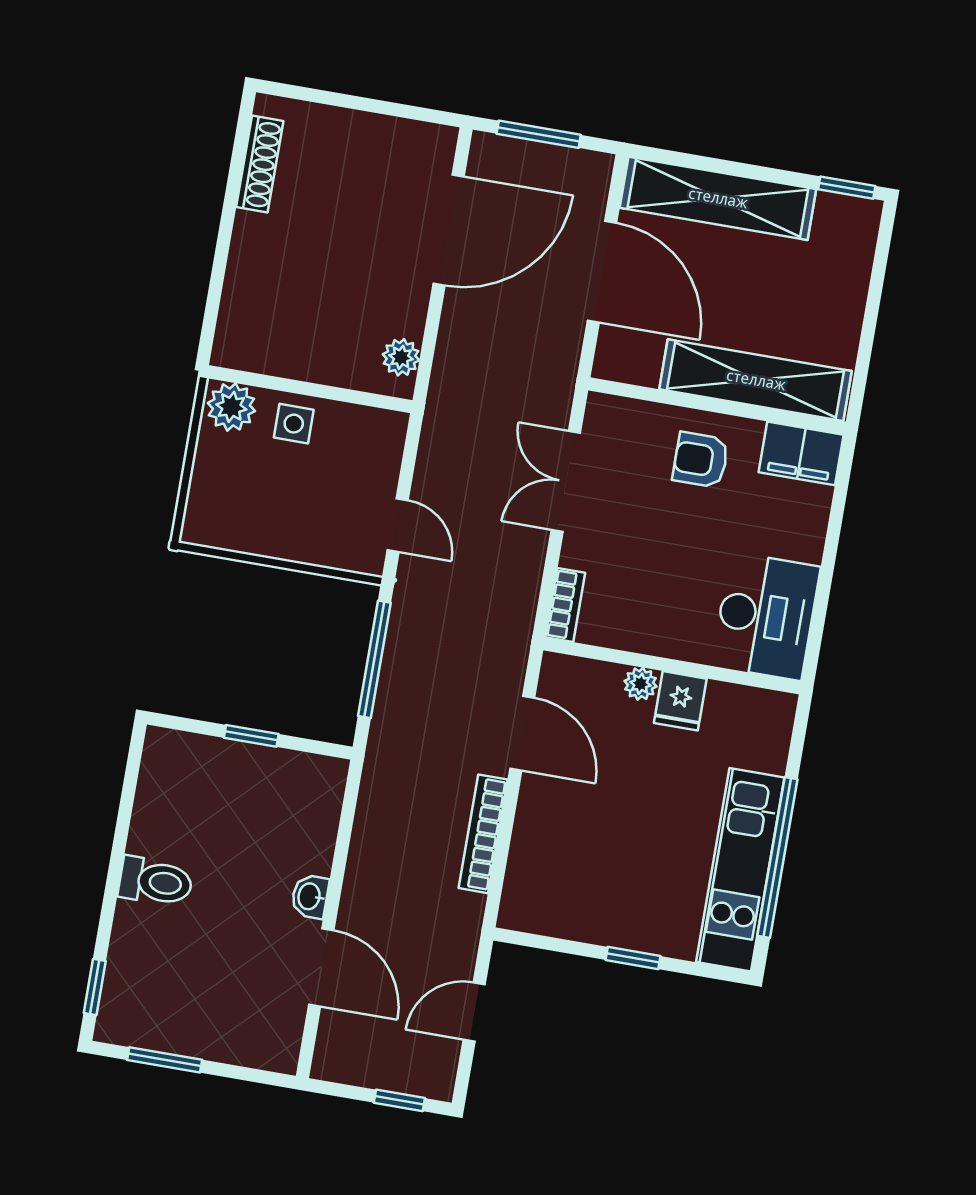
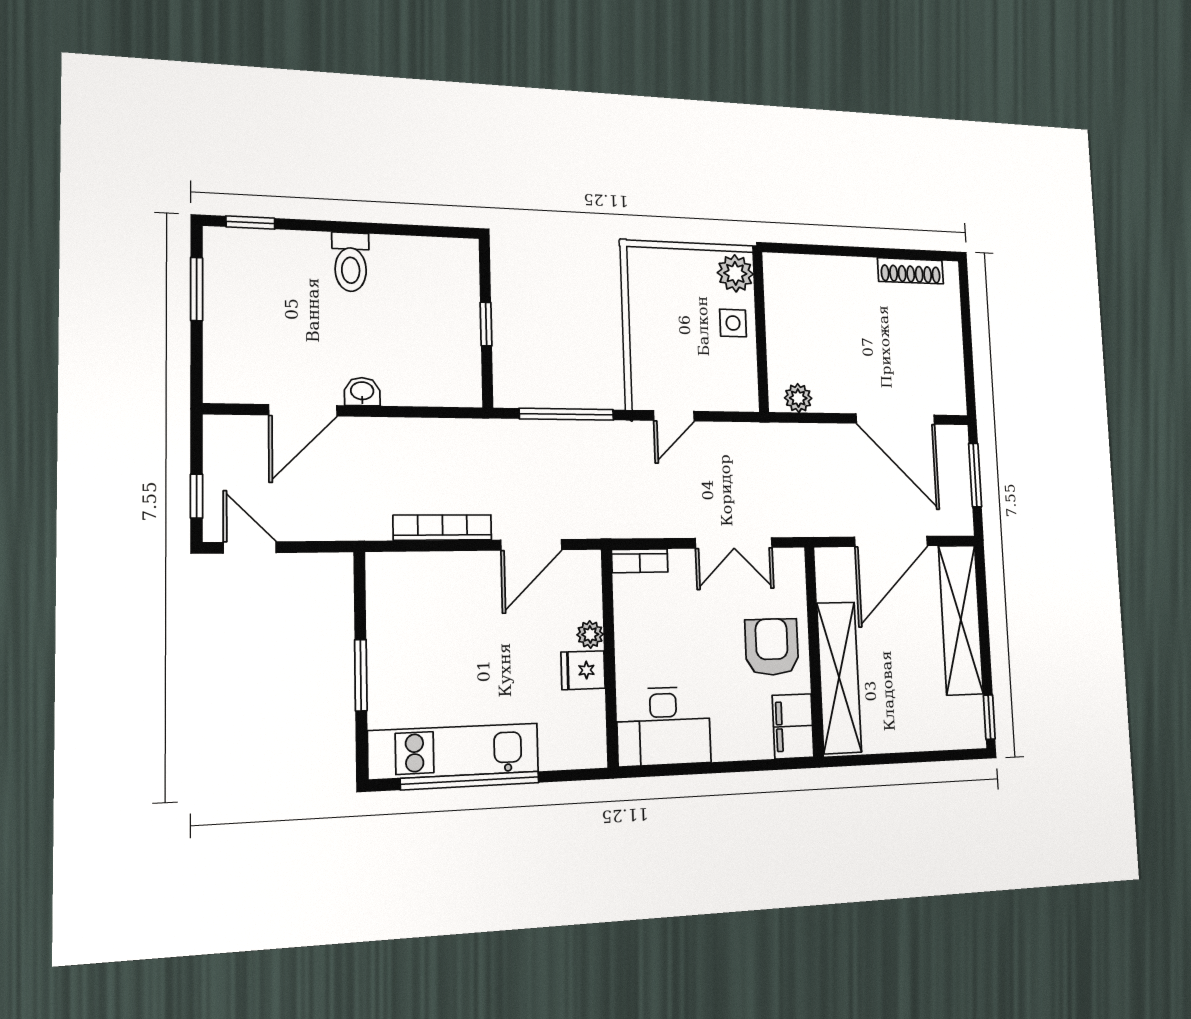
armchair: (701, 460) -> (772, 647), width x1.38, depth x1.38
double door: (566, 481) -> (734, 543), swing flipped
window: (633, 958) -> (361, 675), width x1.50
door: (474, 1012) -> (250, 548), moved

